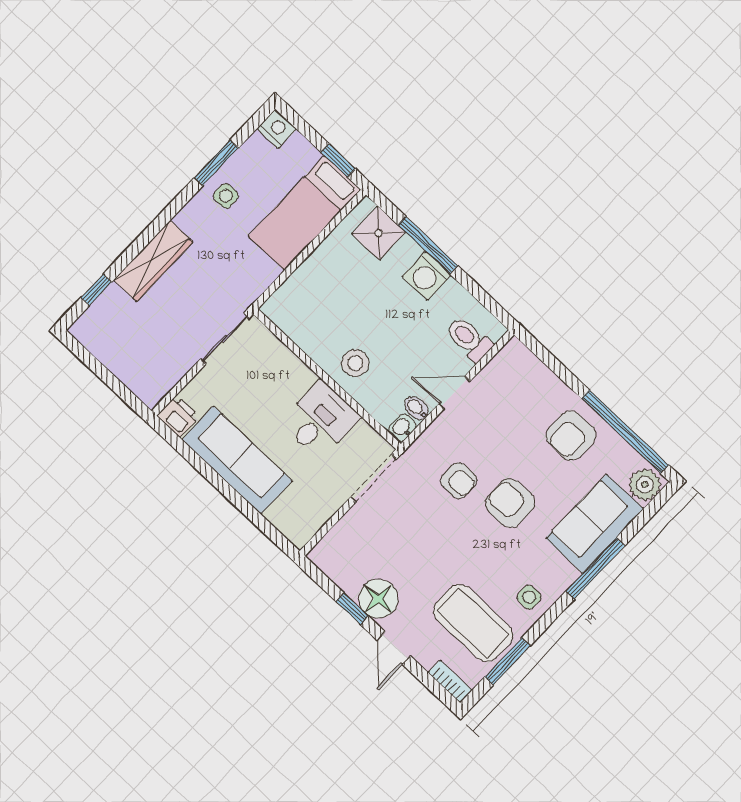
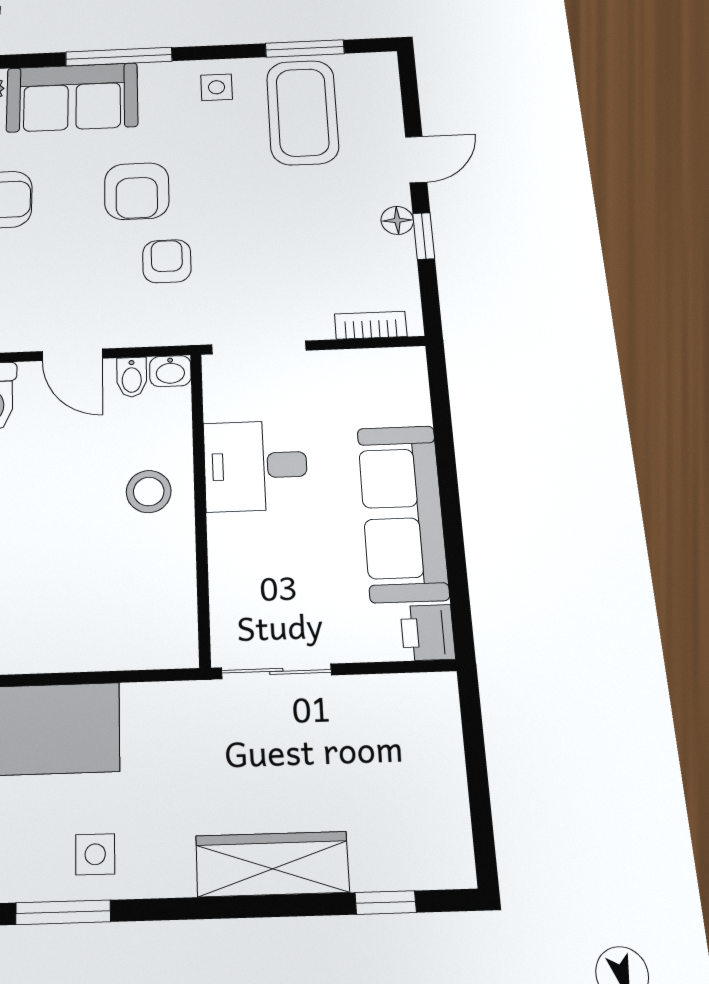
floor lamp: (378, 599) -> (397, 220), width x0.53, depth x0.53
bookcase: (450, 681) -> (371, 325), moved, turned 90

